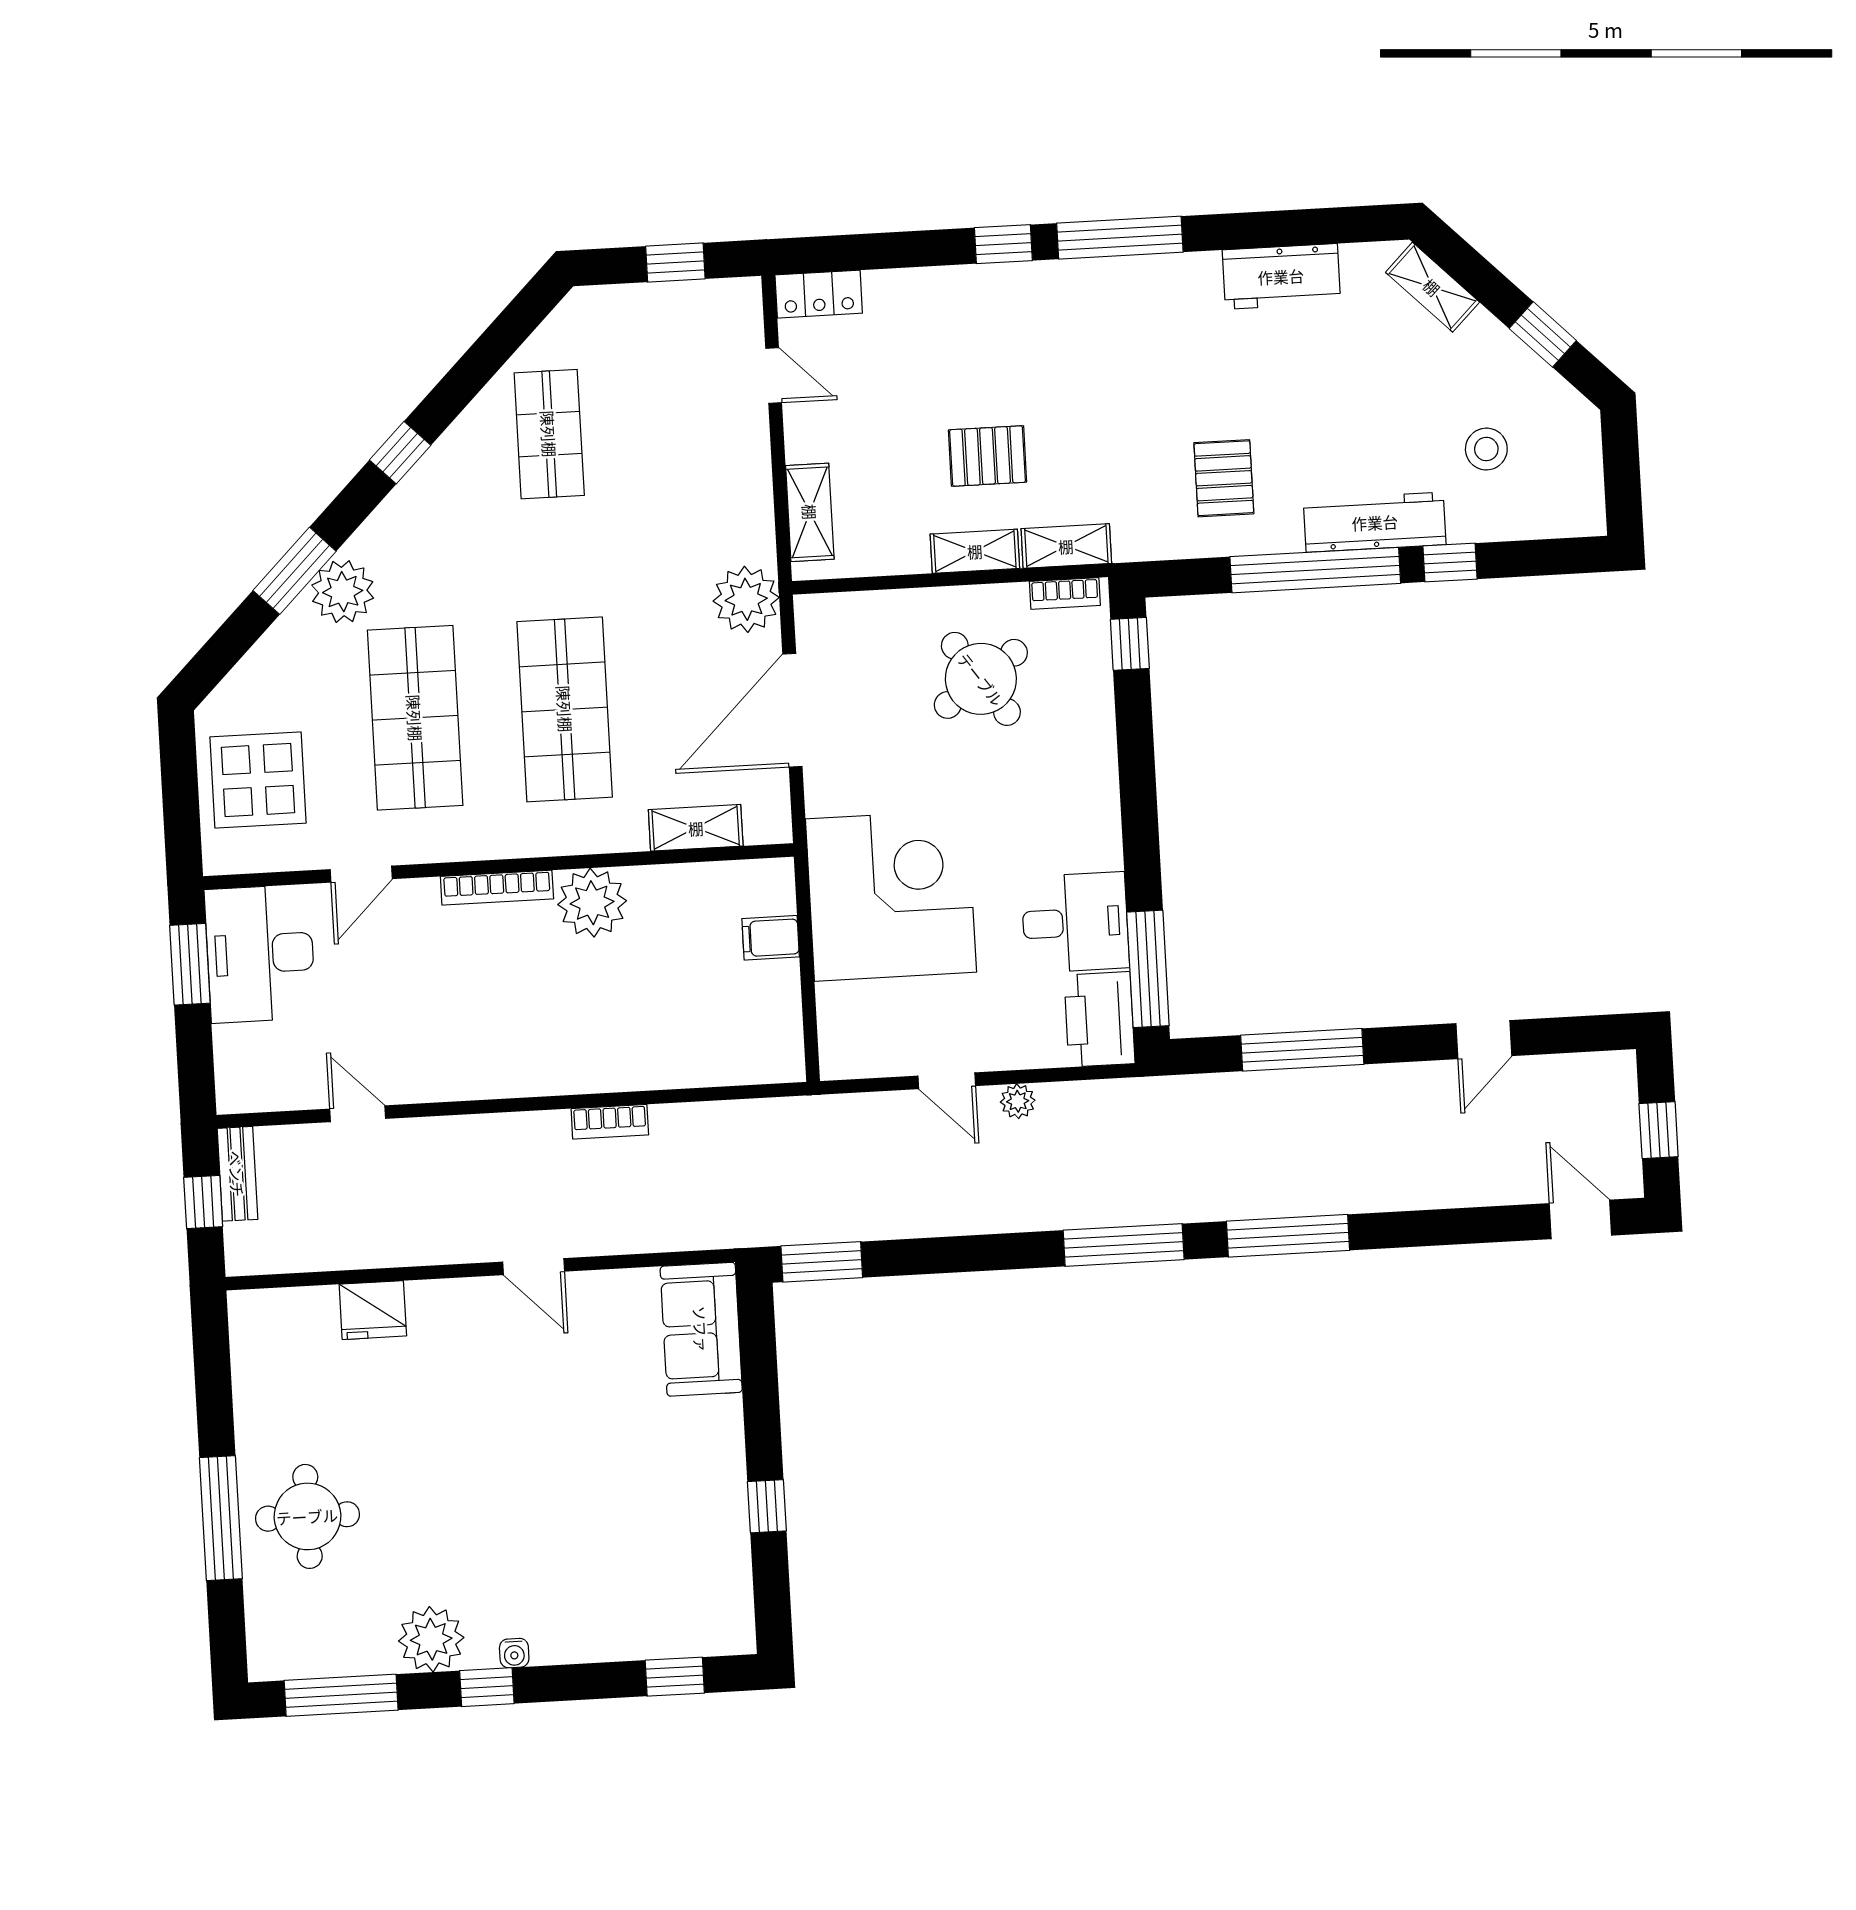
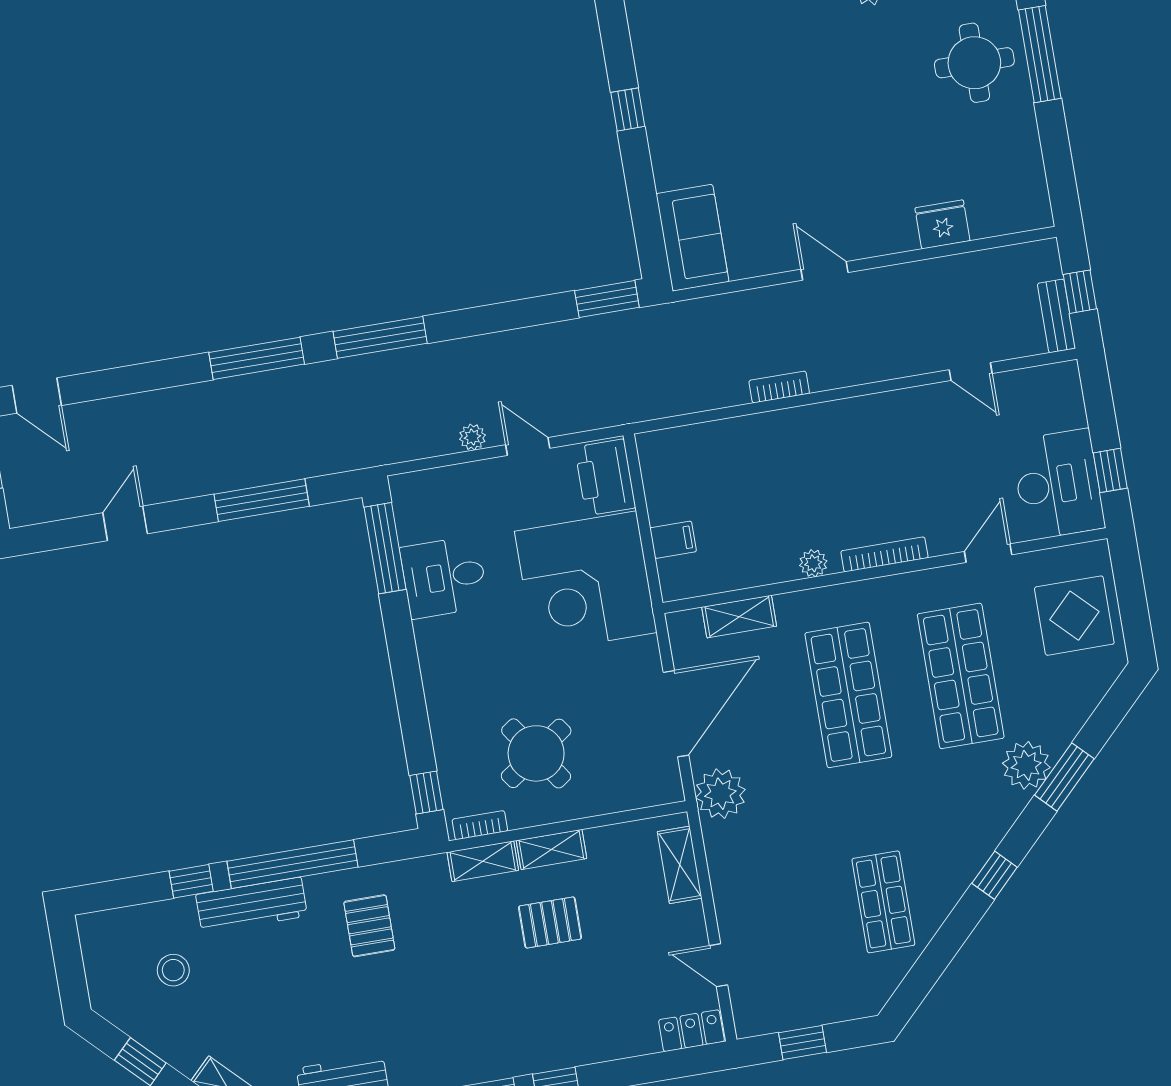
plant: (592, 903) -> (813, 563), width x0.53, depth x0.53
window: (190, 964) -> (1110, 470), width x0.67
printer: (1100, 1019) -> (605, 477), moved, turned 180

